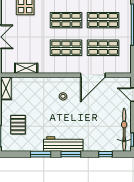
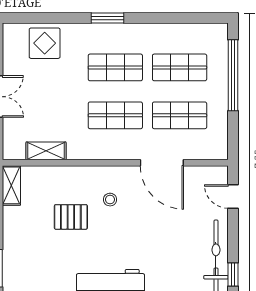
door: (93, 75) -> (162, 163), hinge flipped
pallet: (18, 125) -> (71, 217), moved, turned 90

